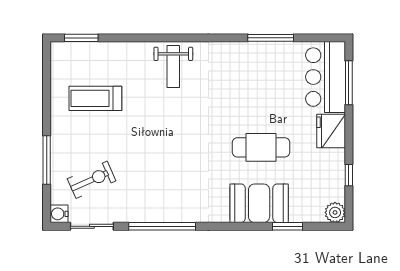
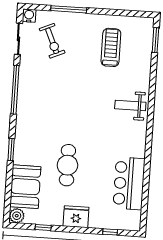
window: (271, 38) -> (146, 177), removed
bar counter: (326, 77) -> (129, 183), moved, turned -90
window: (349, 83) -> (110, 232), width x0.46
booth: (259, 203) -> (25, 187), moved
window: (288, 226) -> (11, 149), moved

